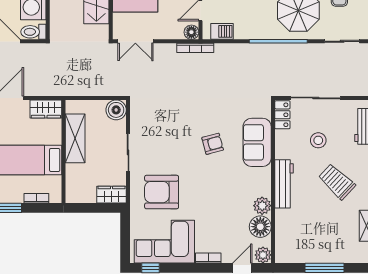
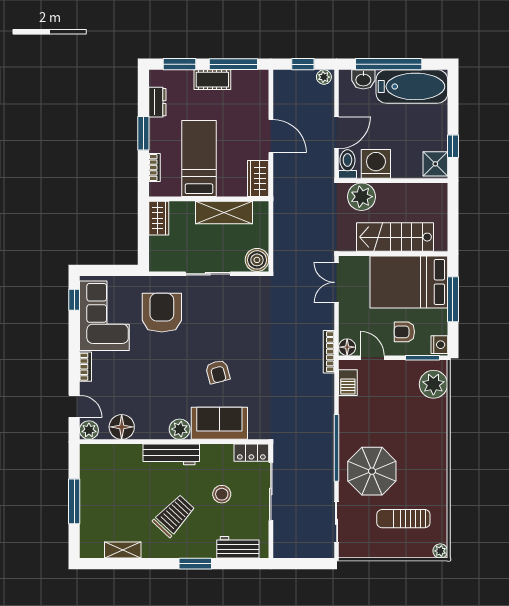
plant: (62, 20) -> (362, 197), added
wardrobe: (112, 195) -> (159, 218), moved
plant: (262, 206) -> (180, 429), moved

